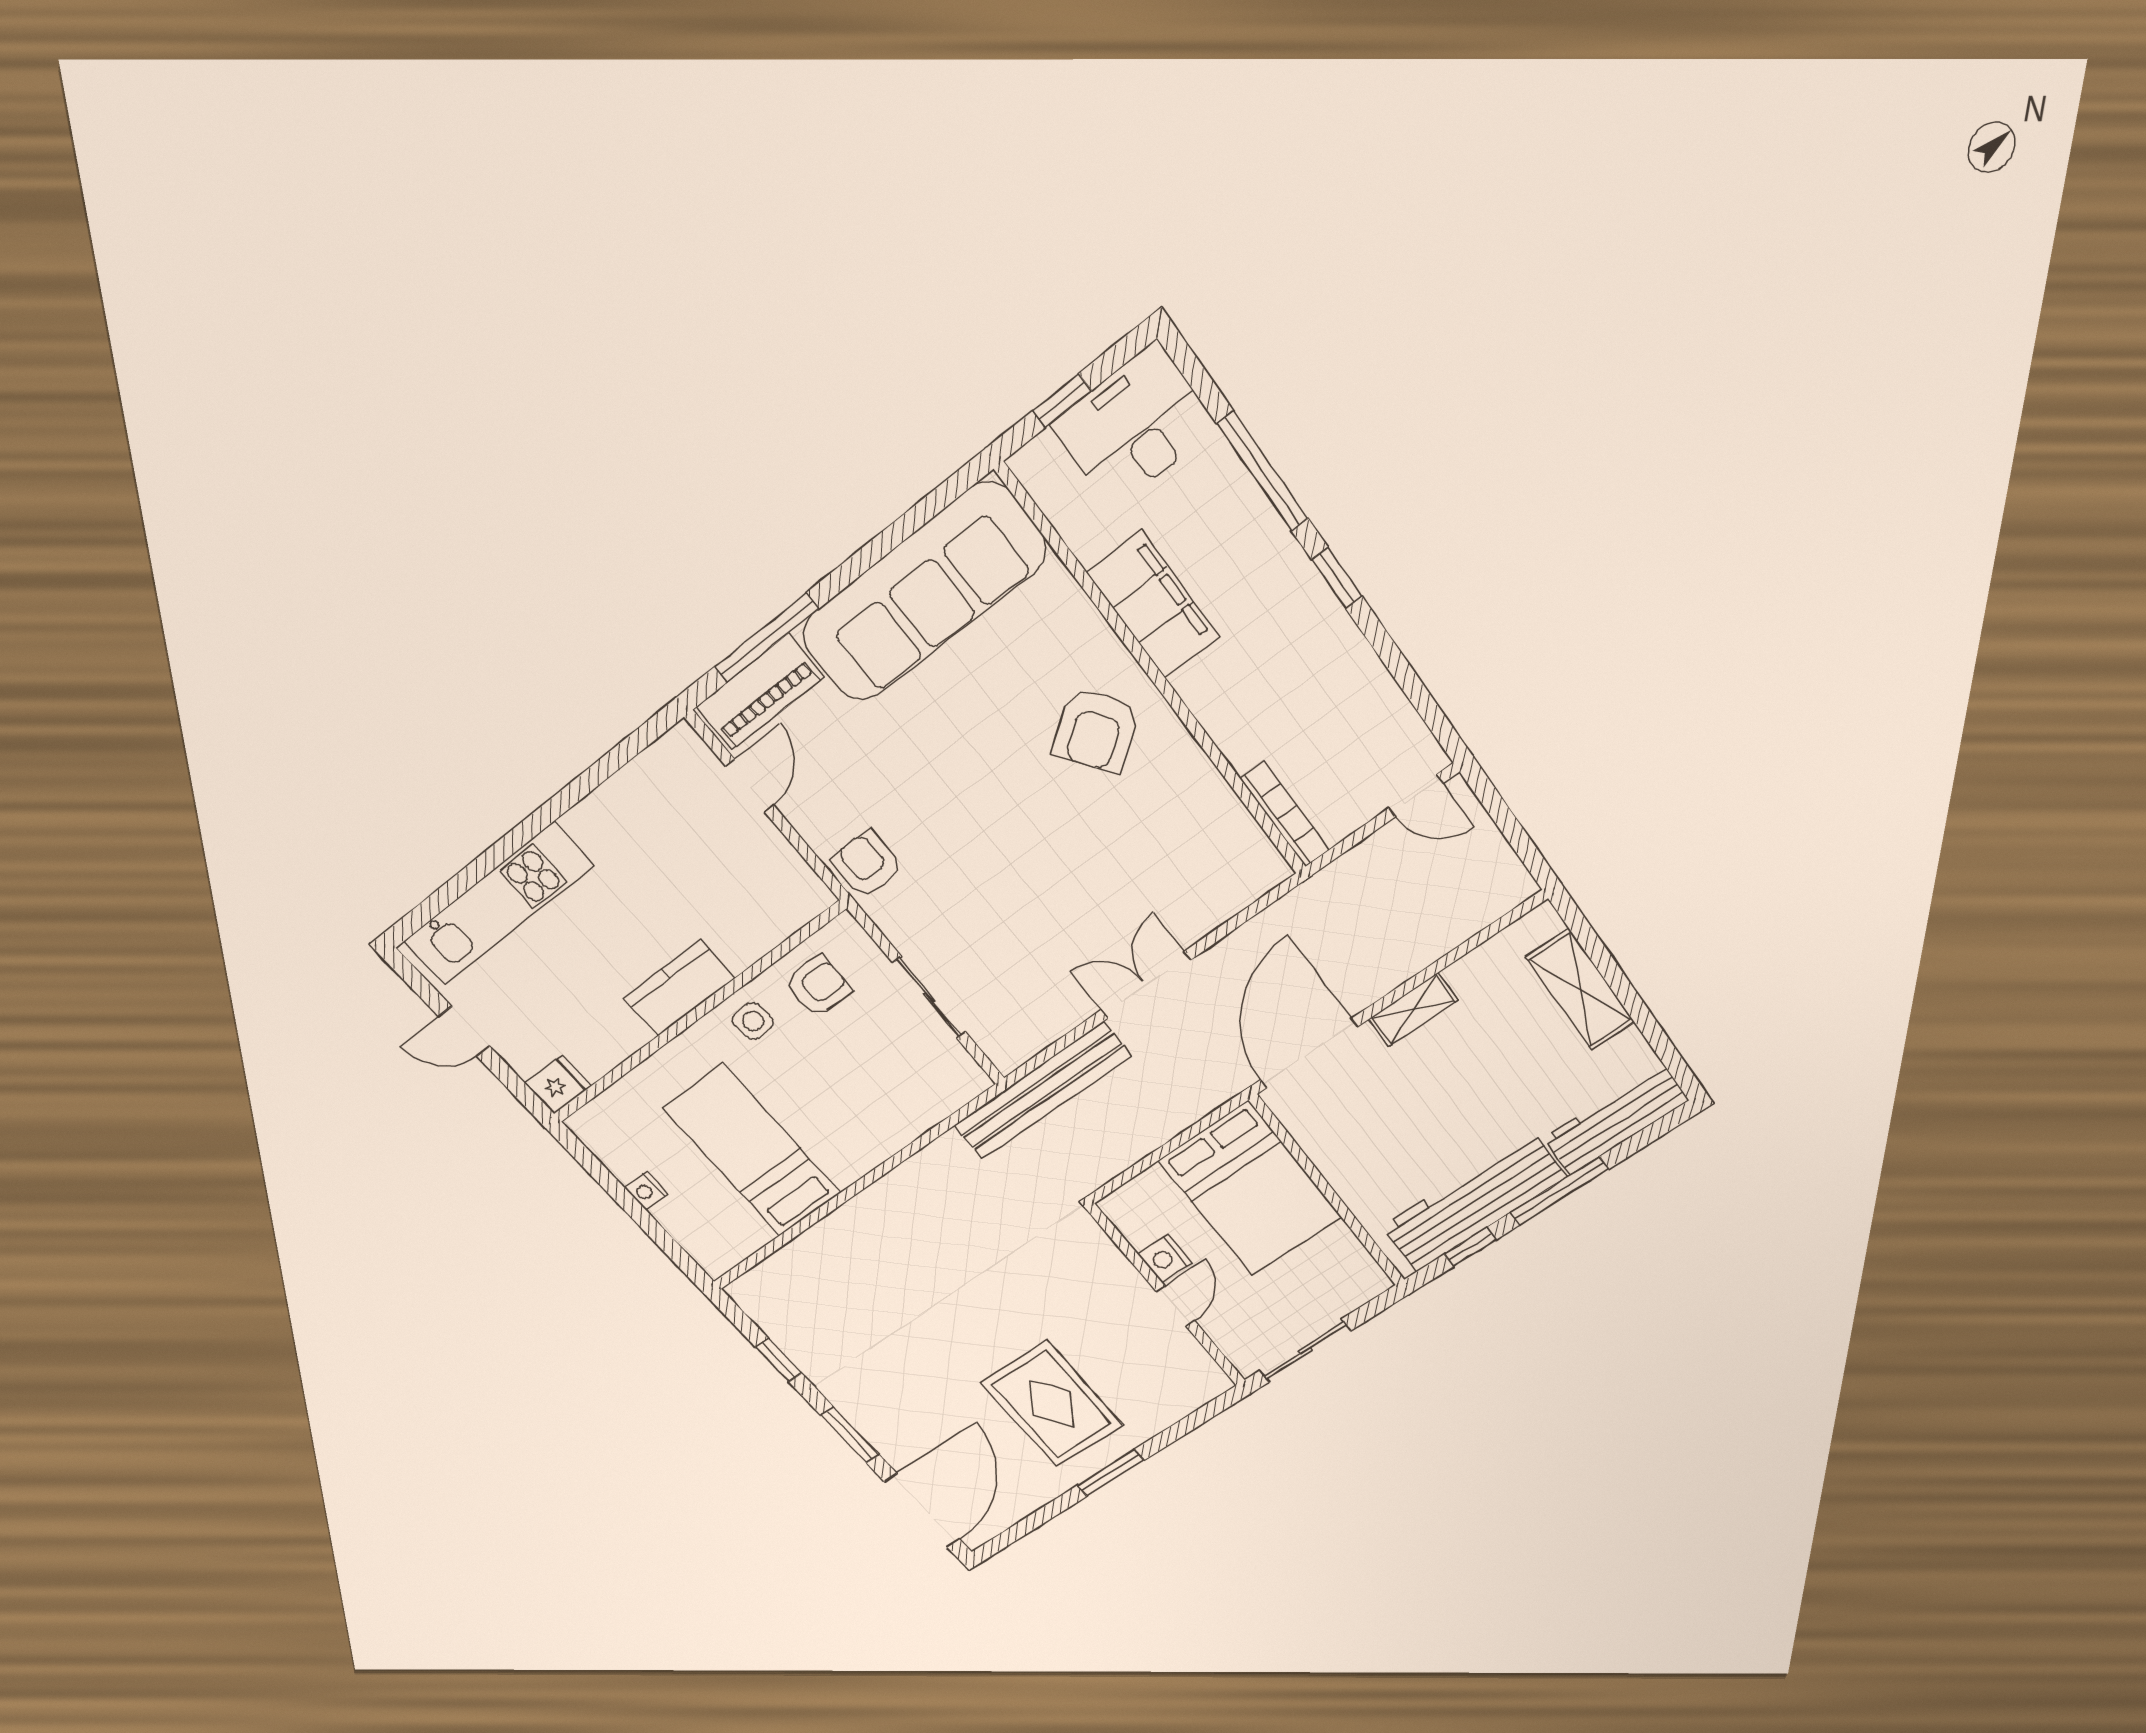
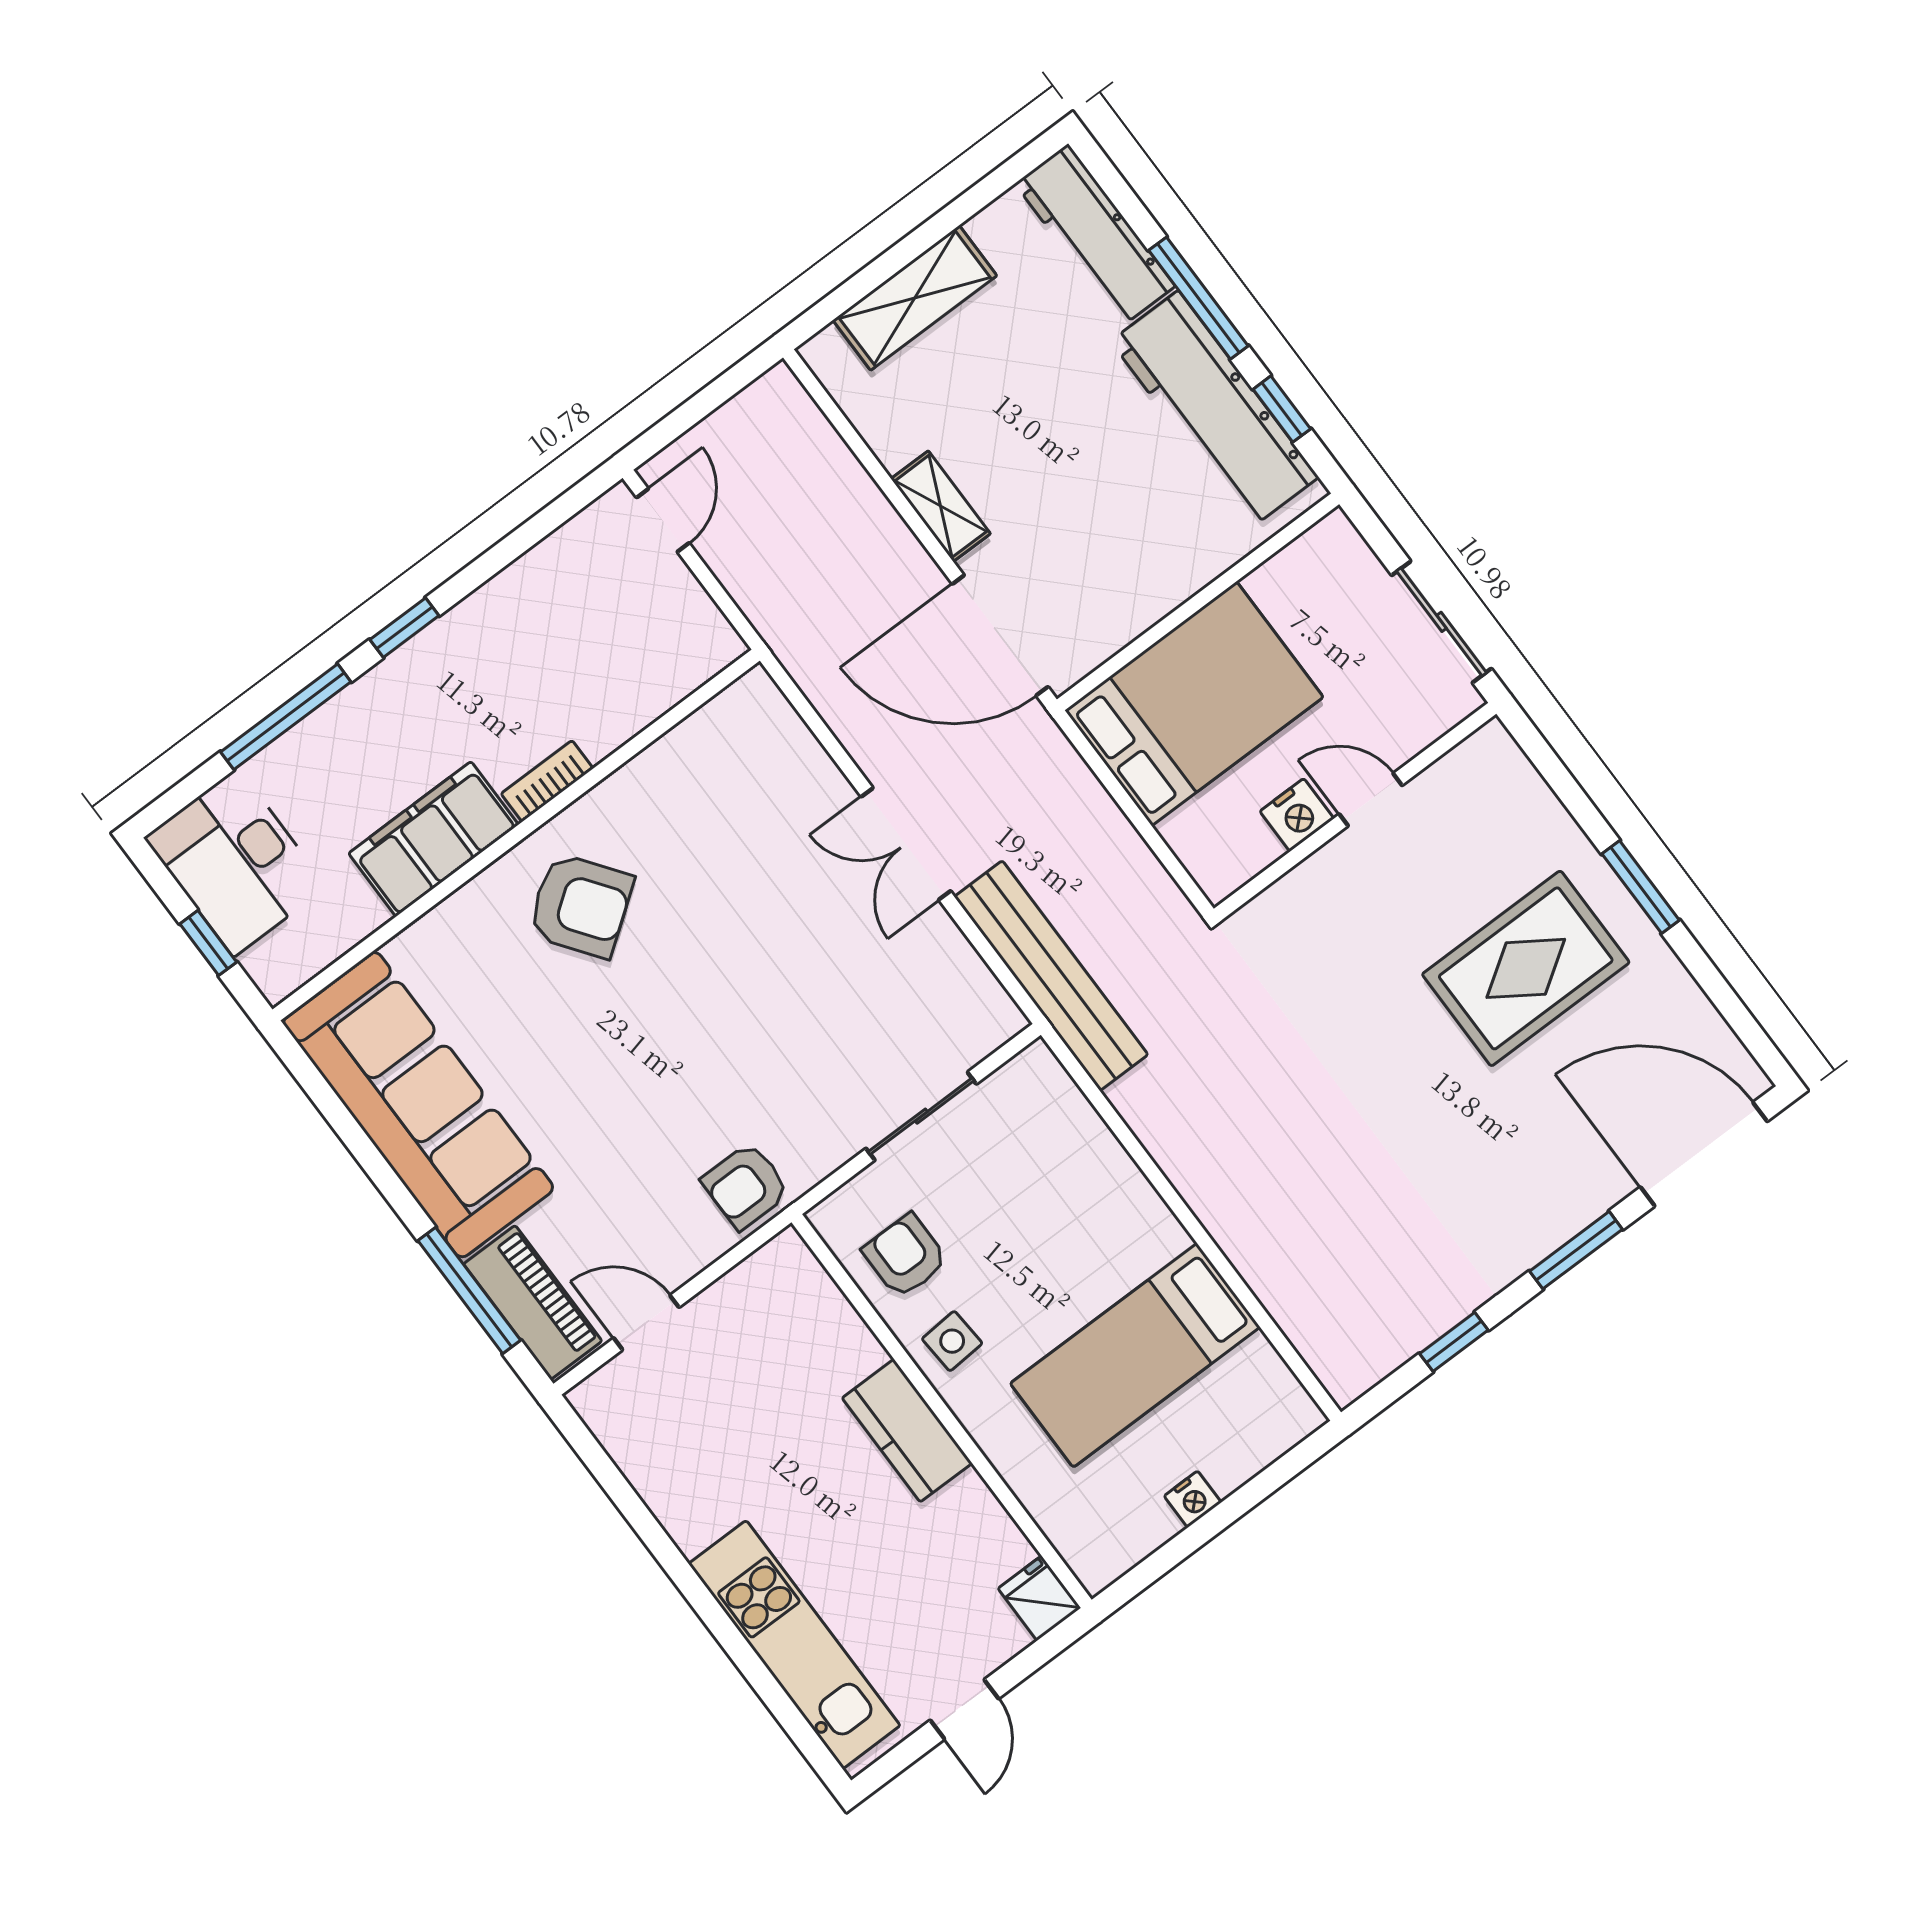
bookcase: (1285, 814) -> (547, 781), moved, width x0.64

